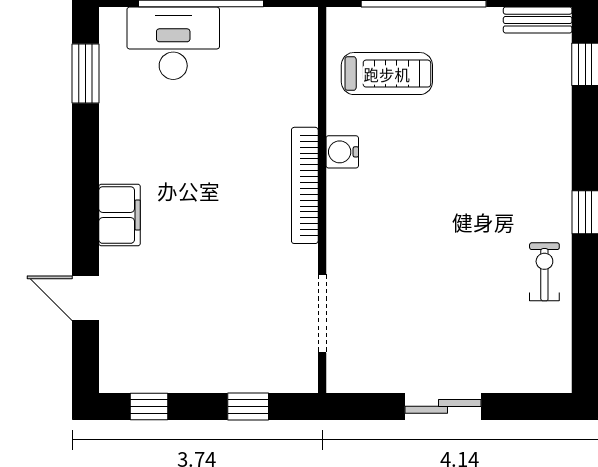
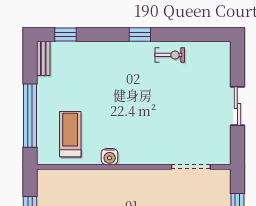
bookcase: (305, 185) -> (126, 175), removed
exercise bike: (544, 272) -> (170, 55), turned 180

